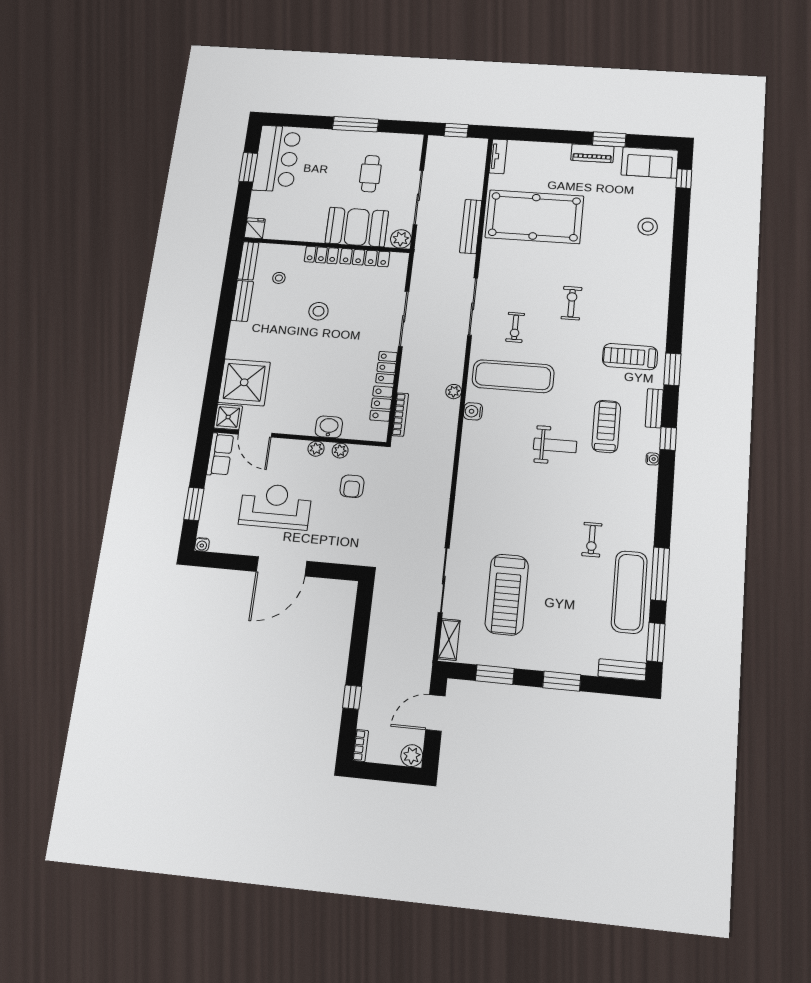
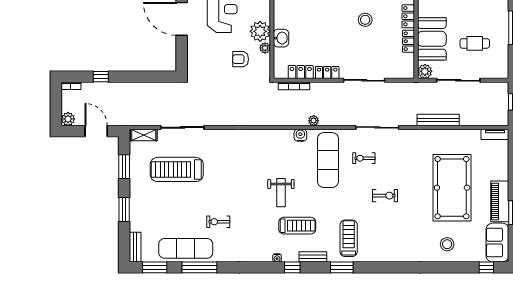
piano: (592, 153) -> (500, 201), width x1.37, depth x1.33
pool table: (534, 217) -> (452, 188), moved
locker: (365, 258) -> (408, 41), width x0.66
plant: (316, 449) -> (260, 31), width x1.87, depth x1.87

